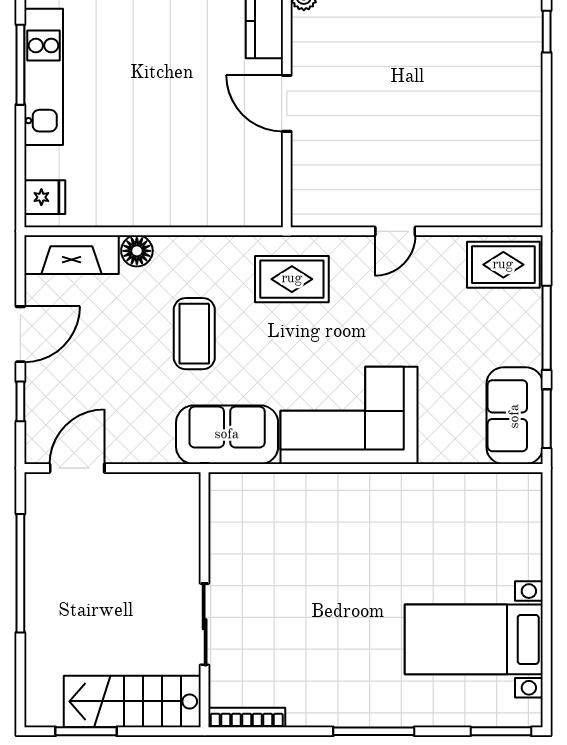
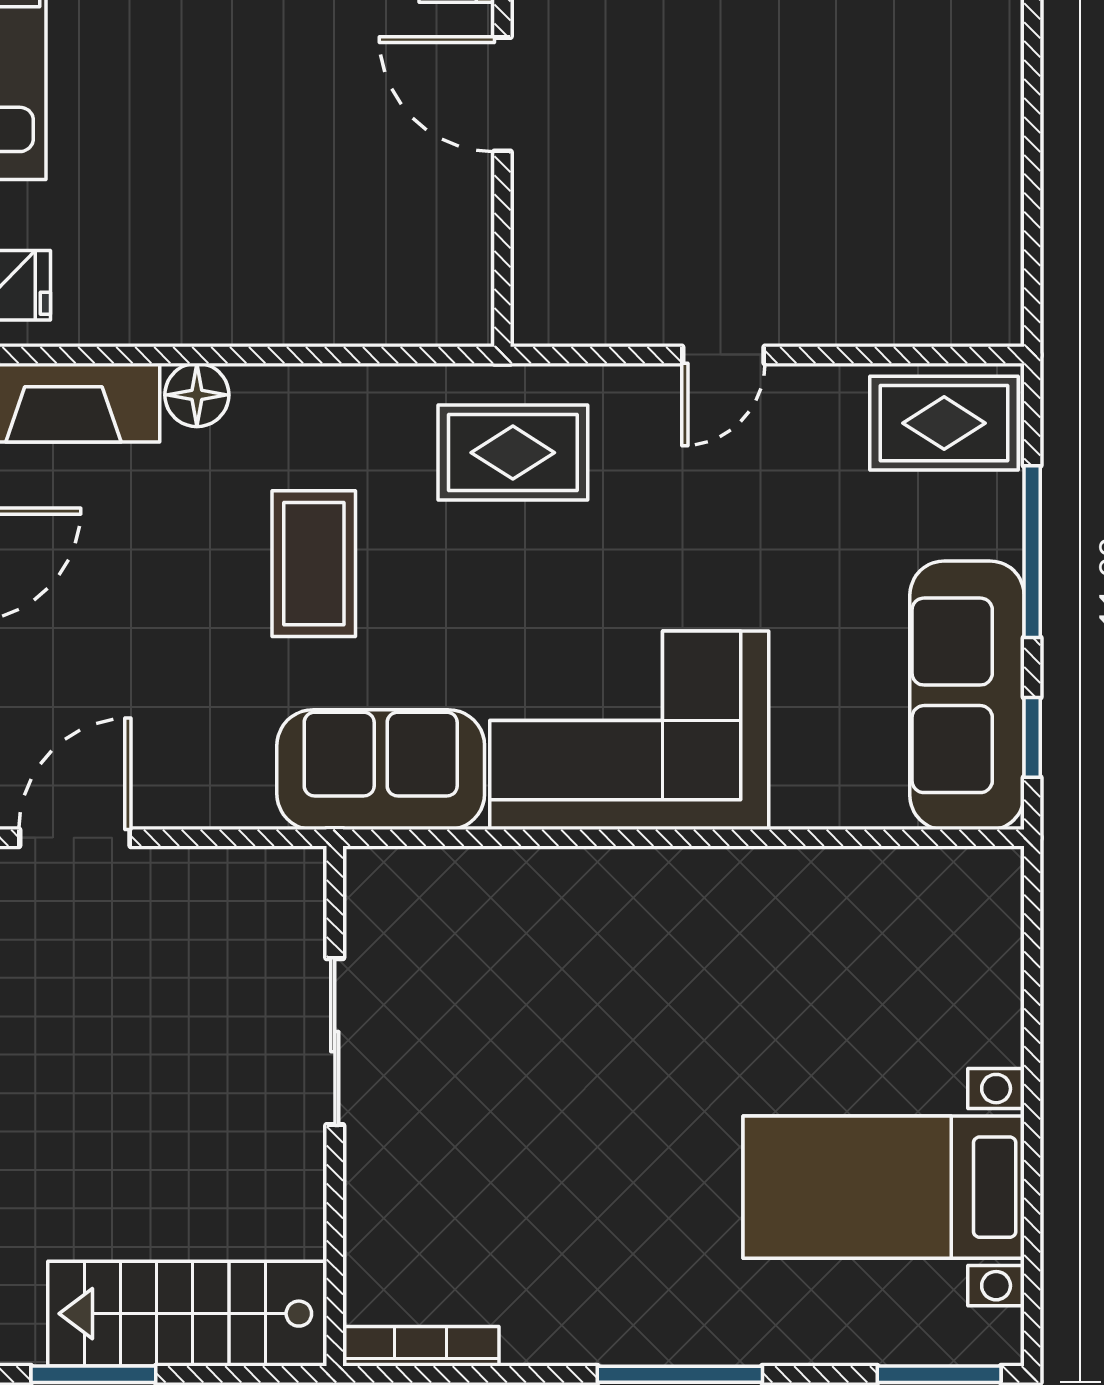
sofa: (515, 416) -> (967, 695), width x1.36
window: (547, 419) -> (1032, 737), width x0.67
sliding door: (205, 624) -> (335, 1042), moved

